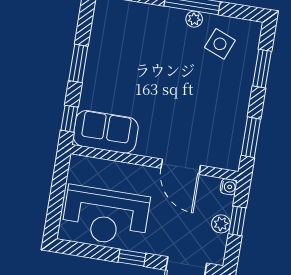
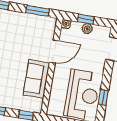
sofa: (106, 132) -> (36, 79), moved
window: (132, 258) -> (103, 97), moved

